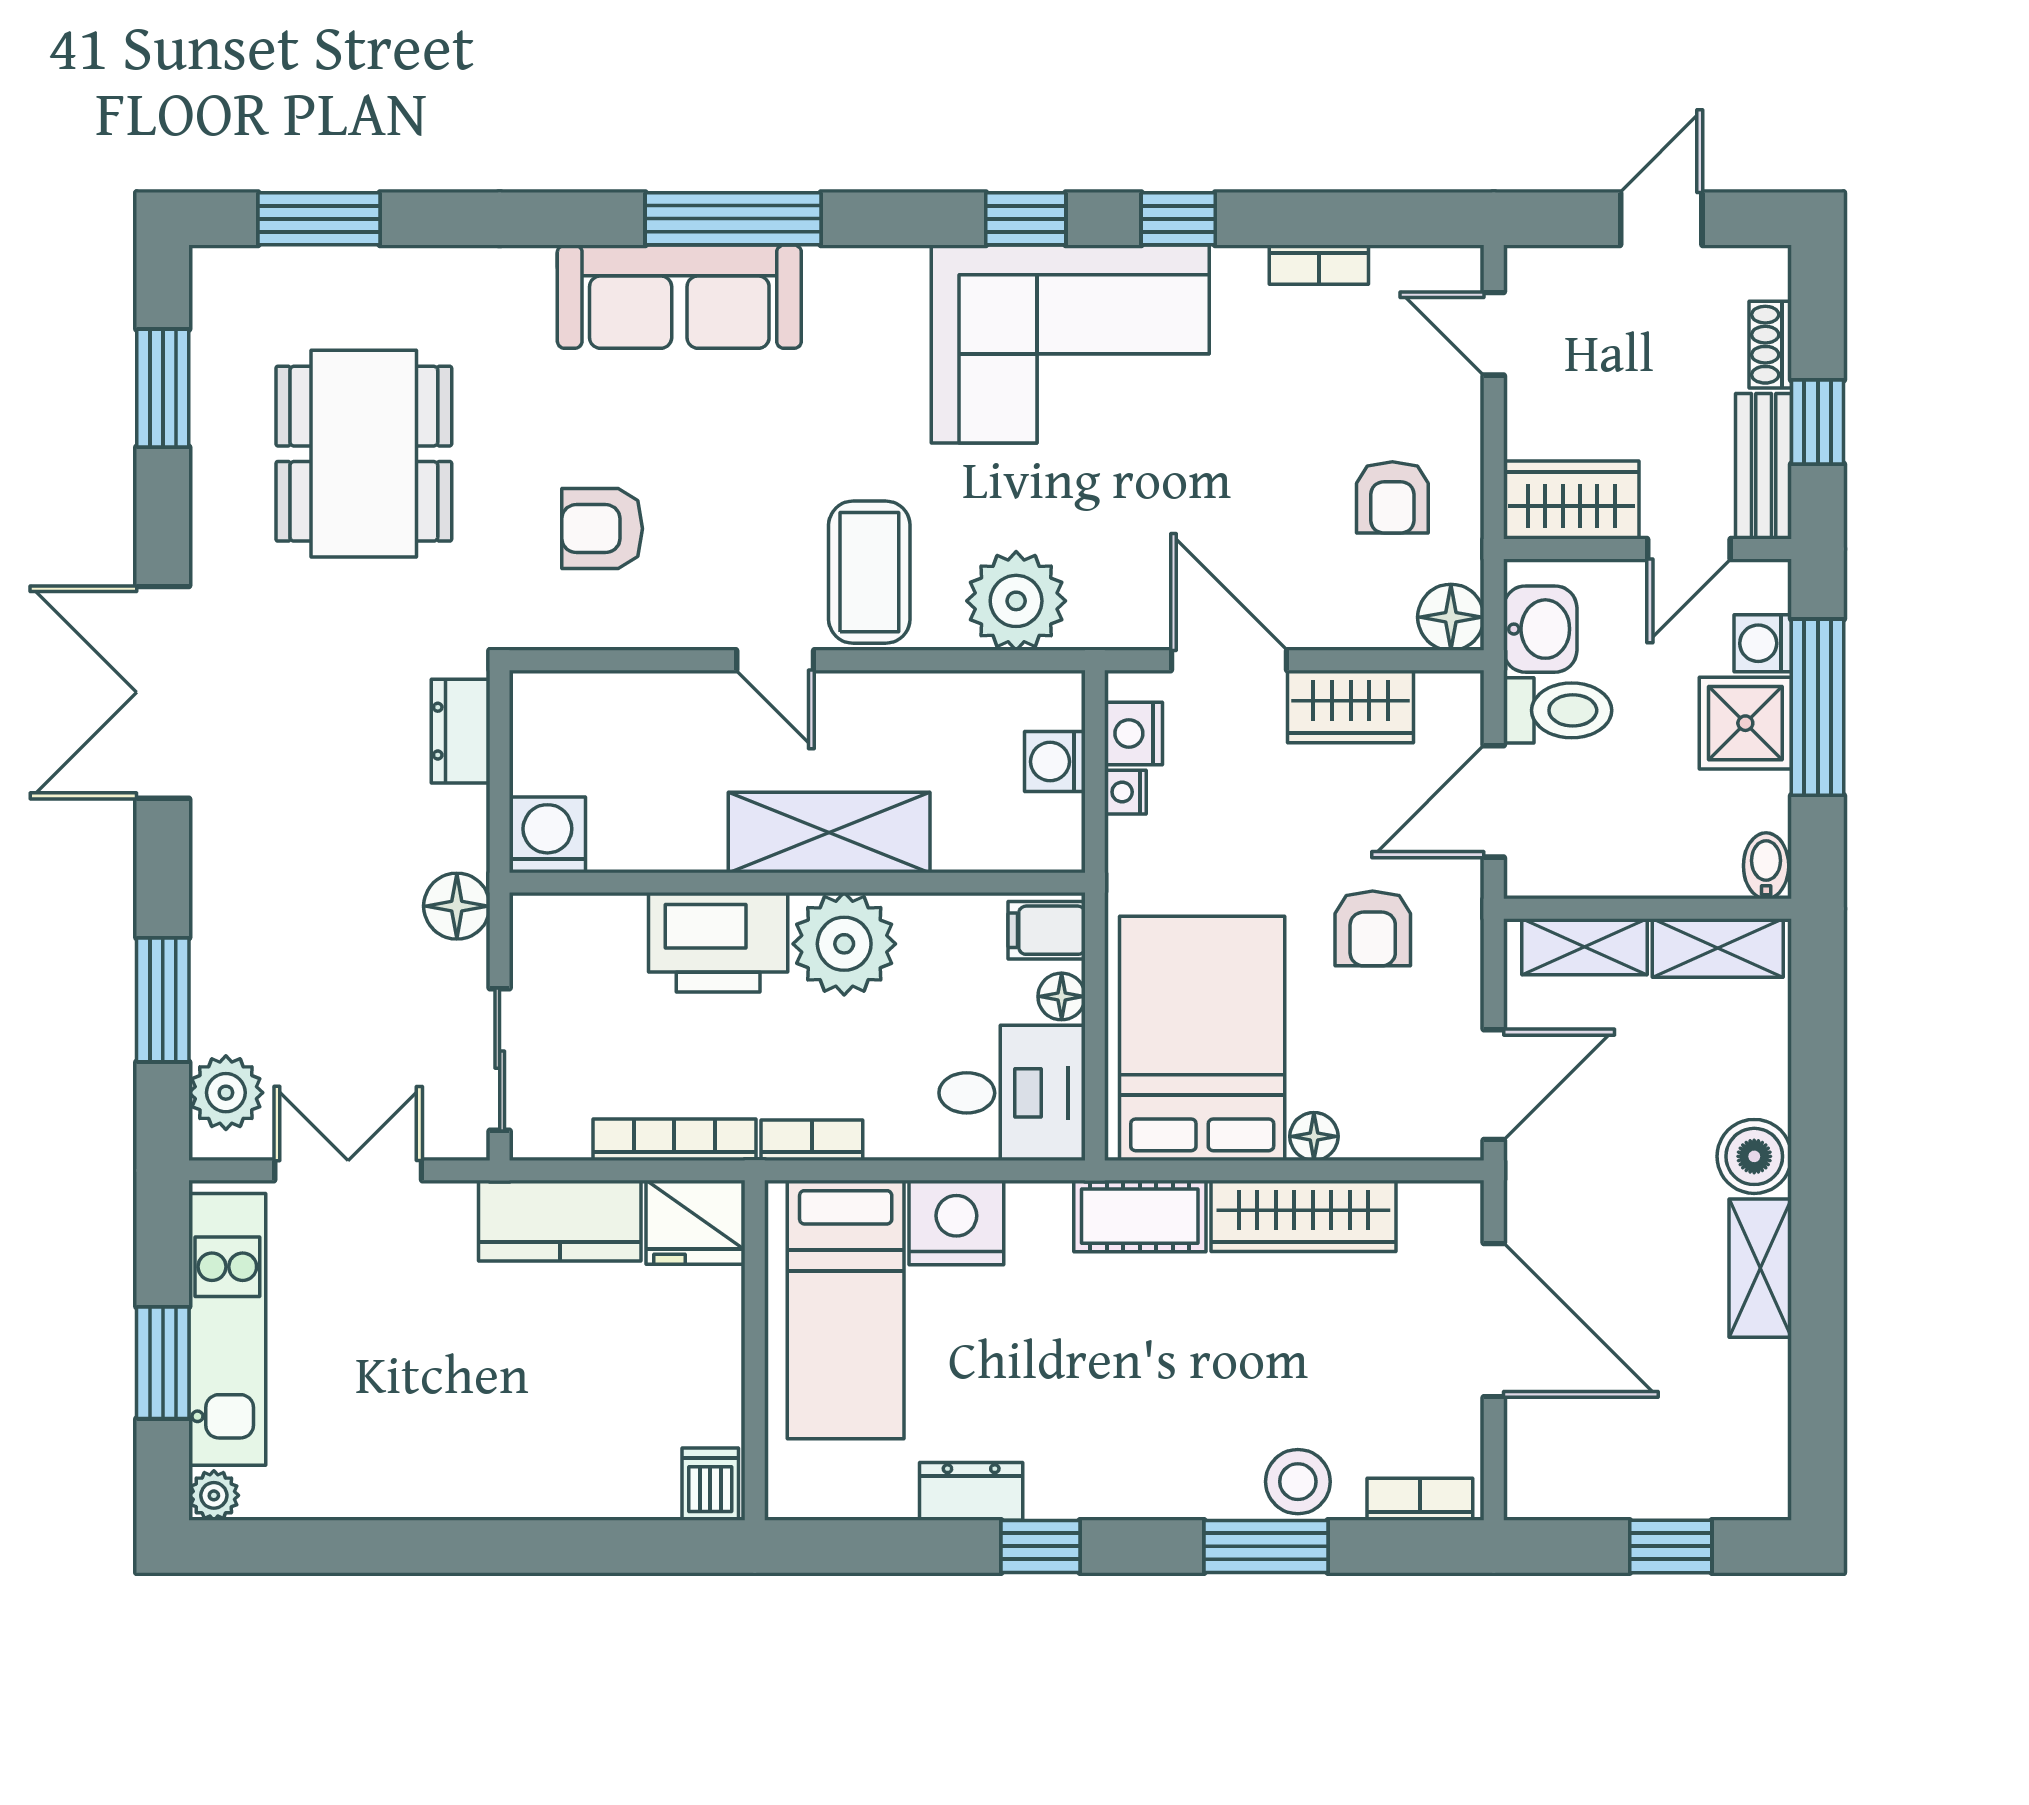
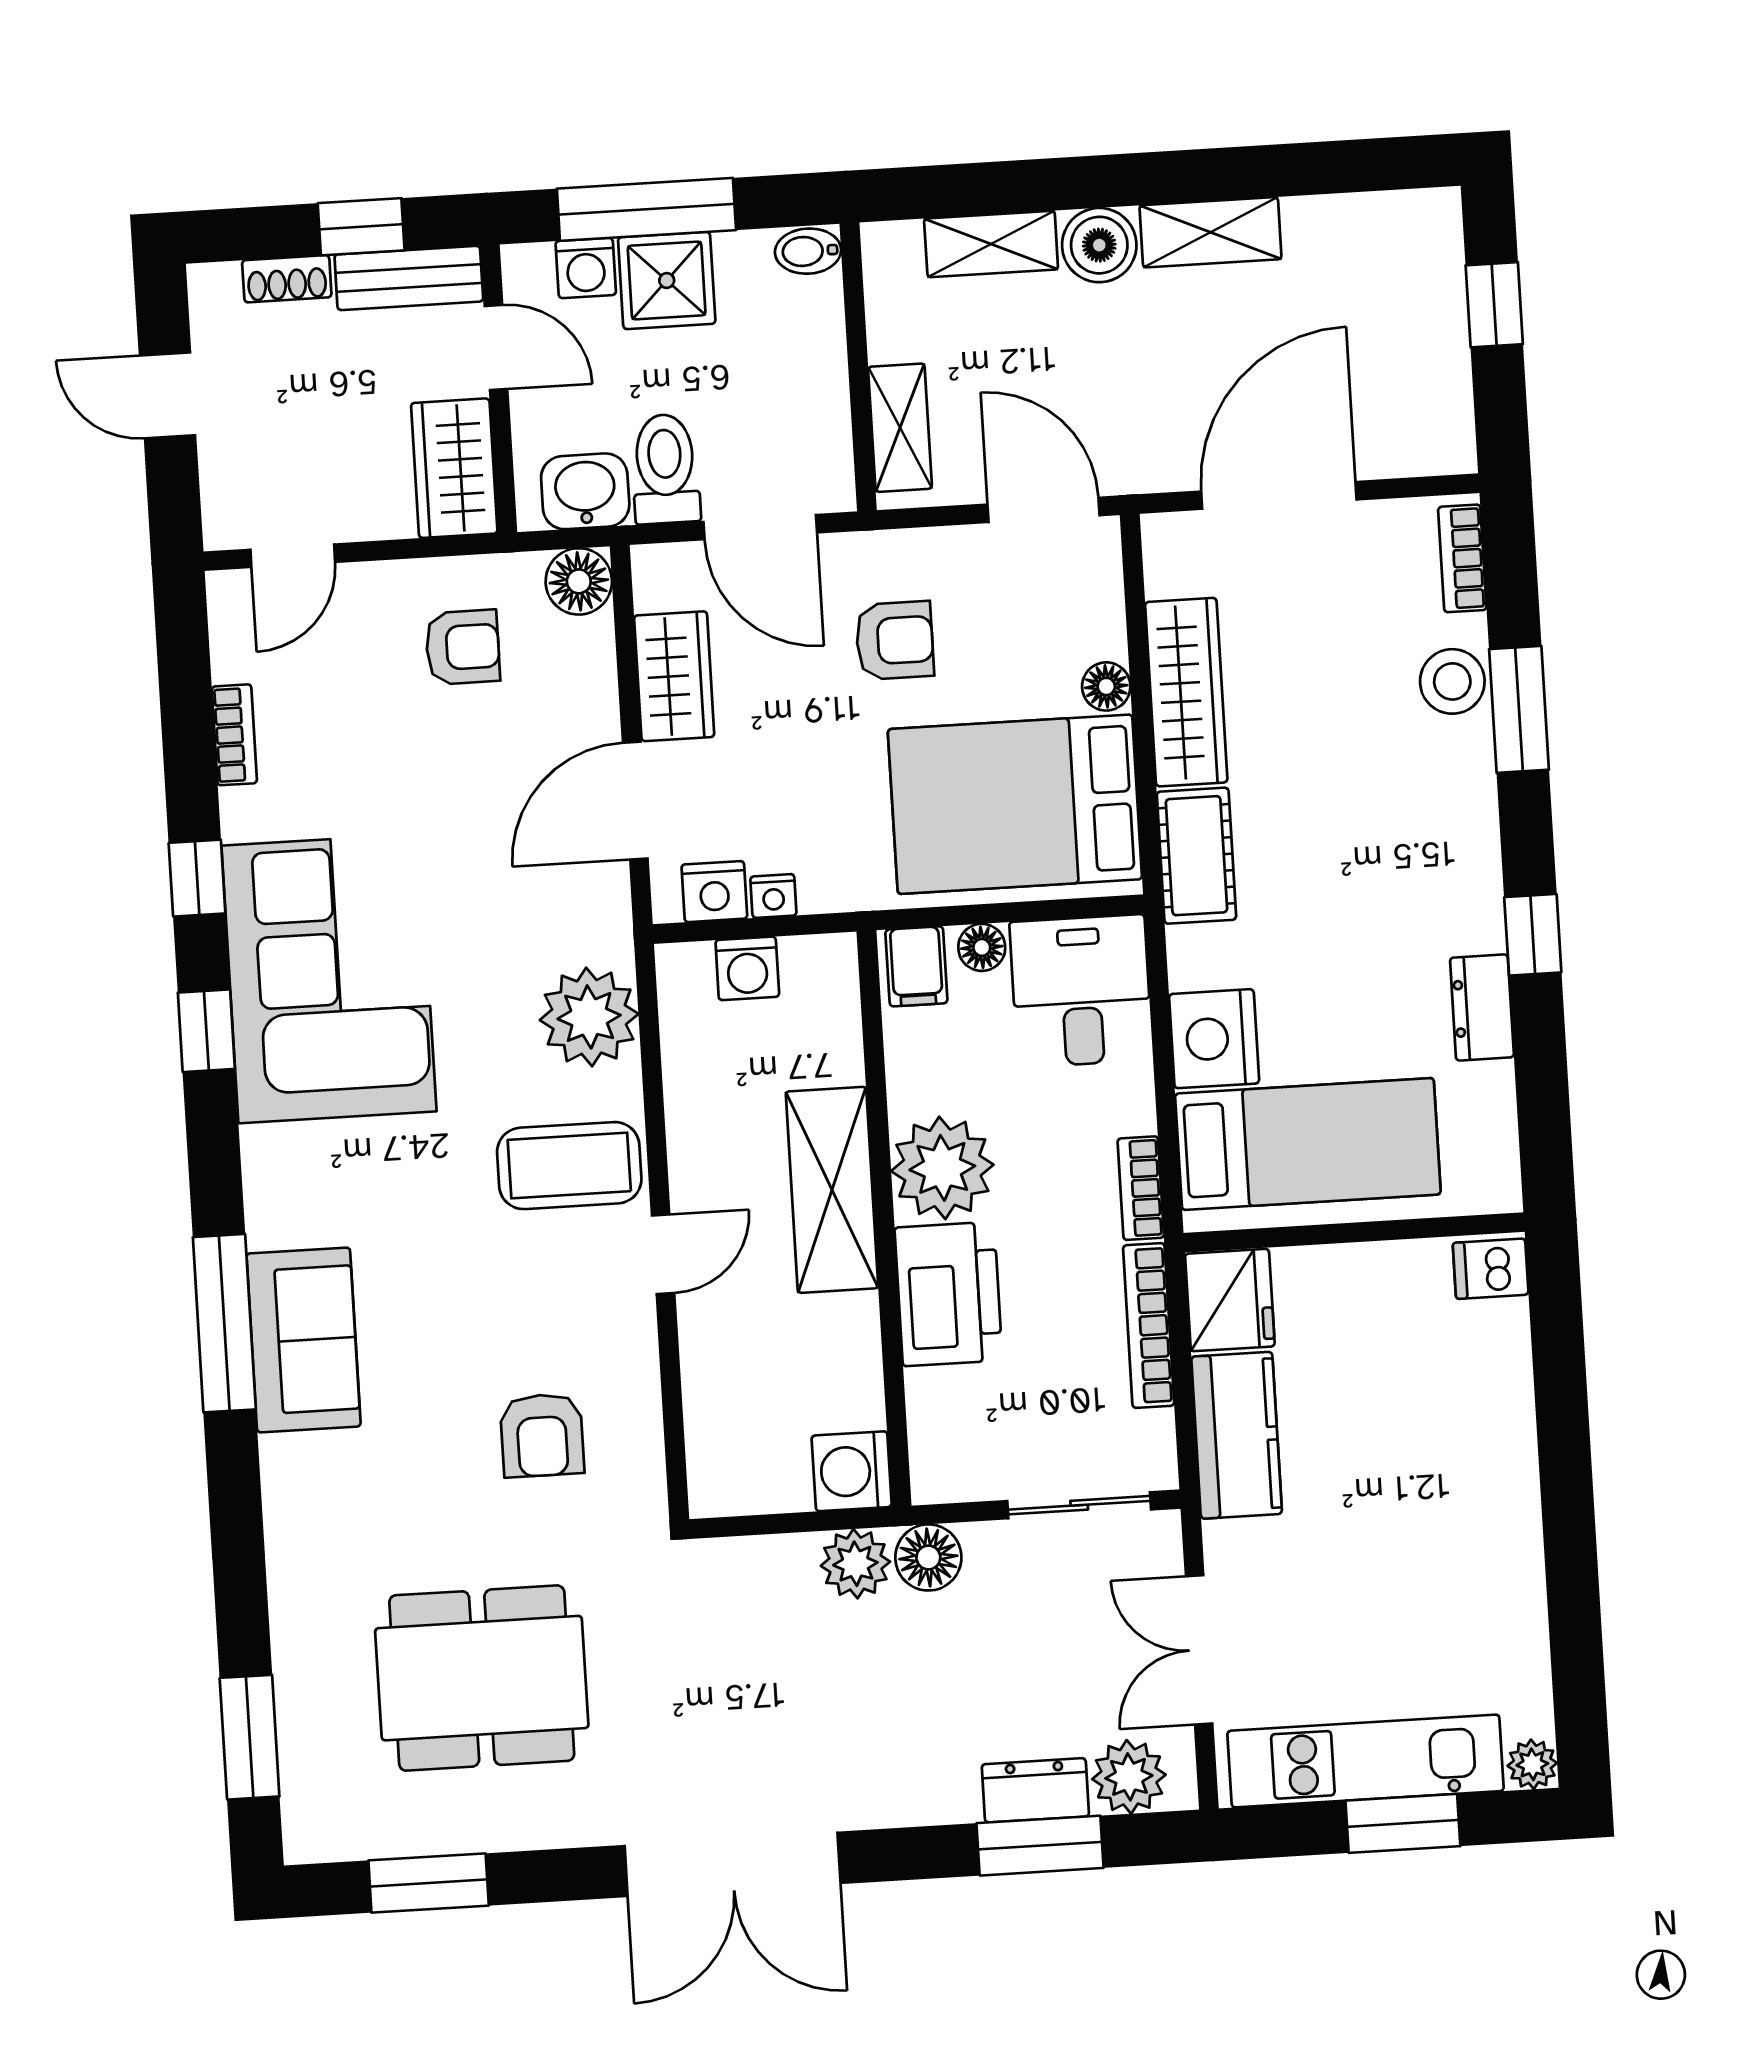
sofa: (679, 297) -> (304, 1340), width x0.73
dresser: (461, 731) -> (1035, 1790), moved, turned 180
plant: (455, 833) -> (855, 1564), added
shelving: (1718, 948) -> (991, 244), moved, turned 90

